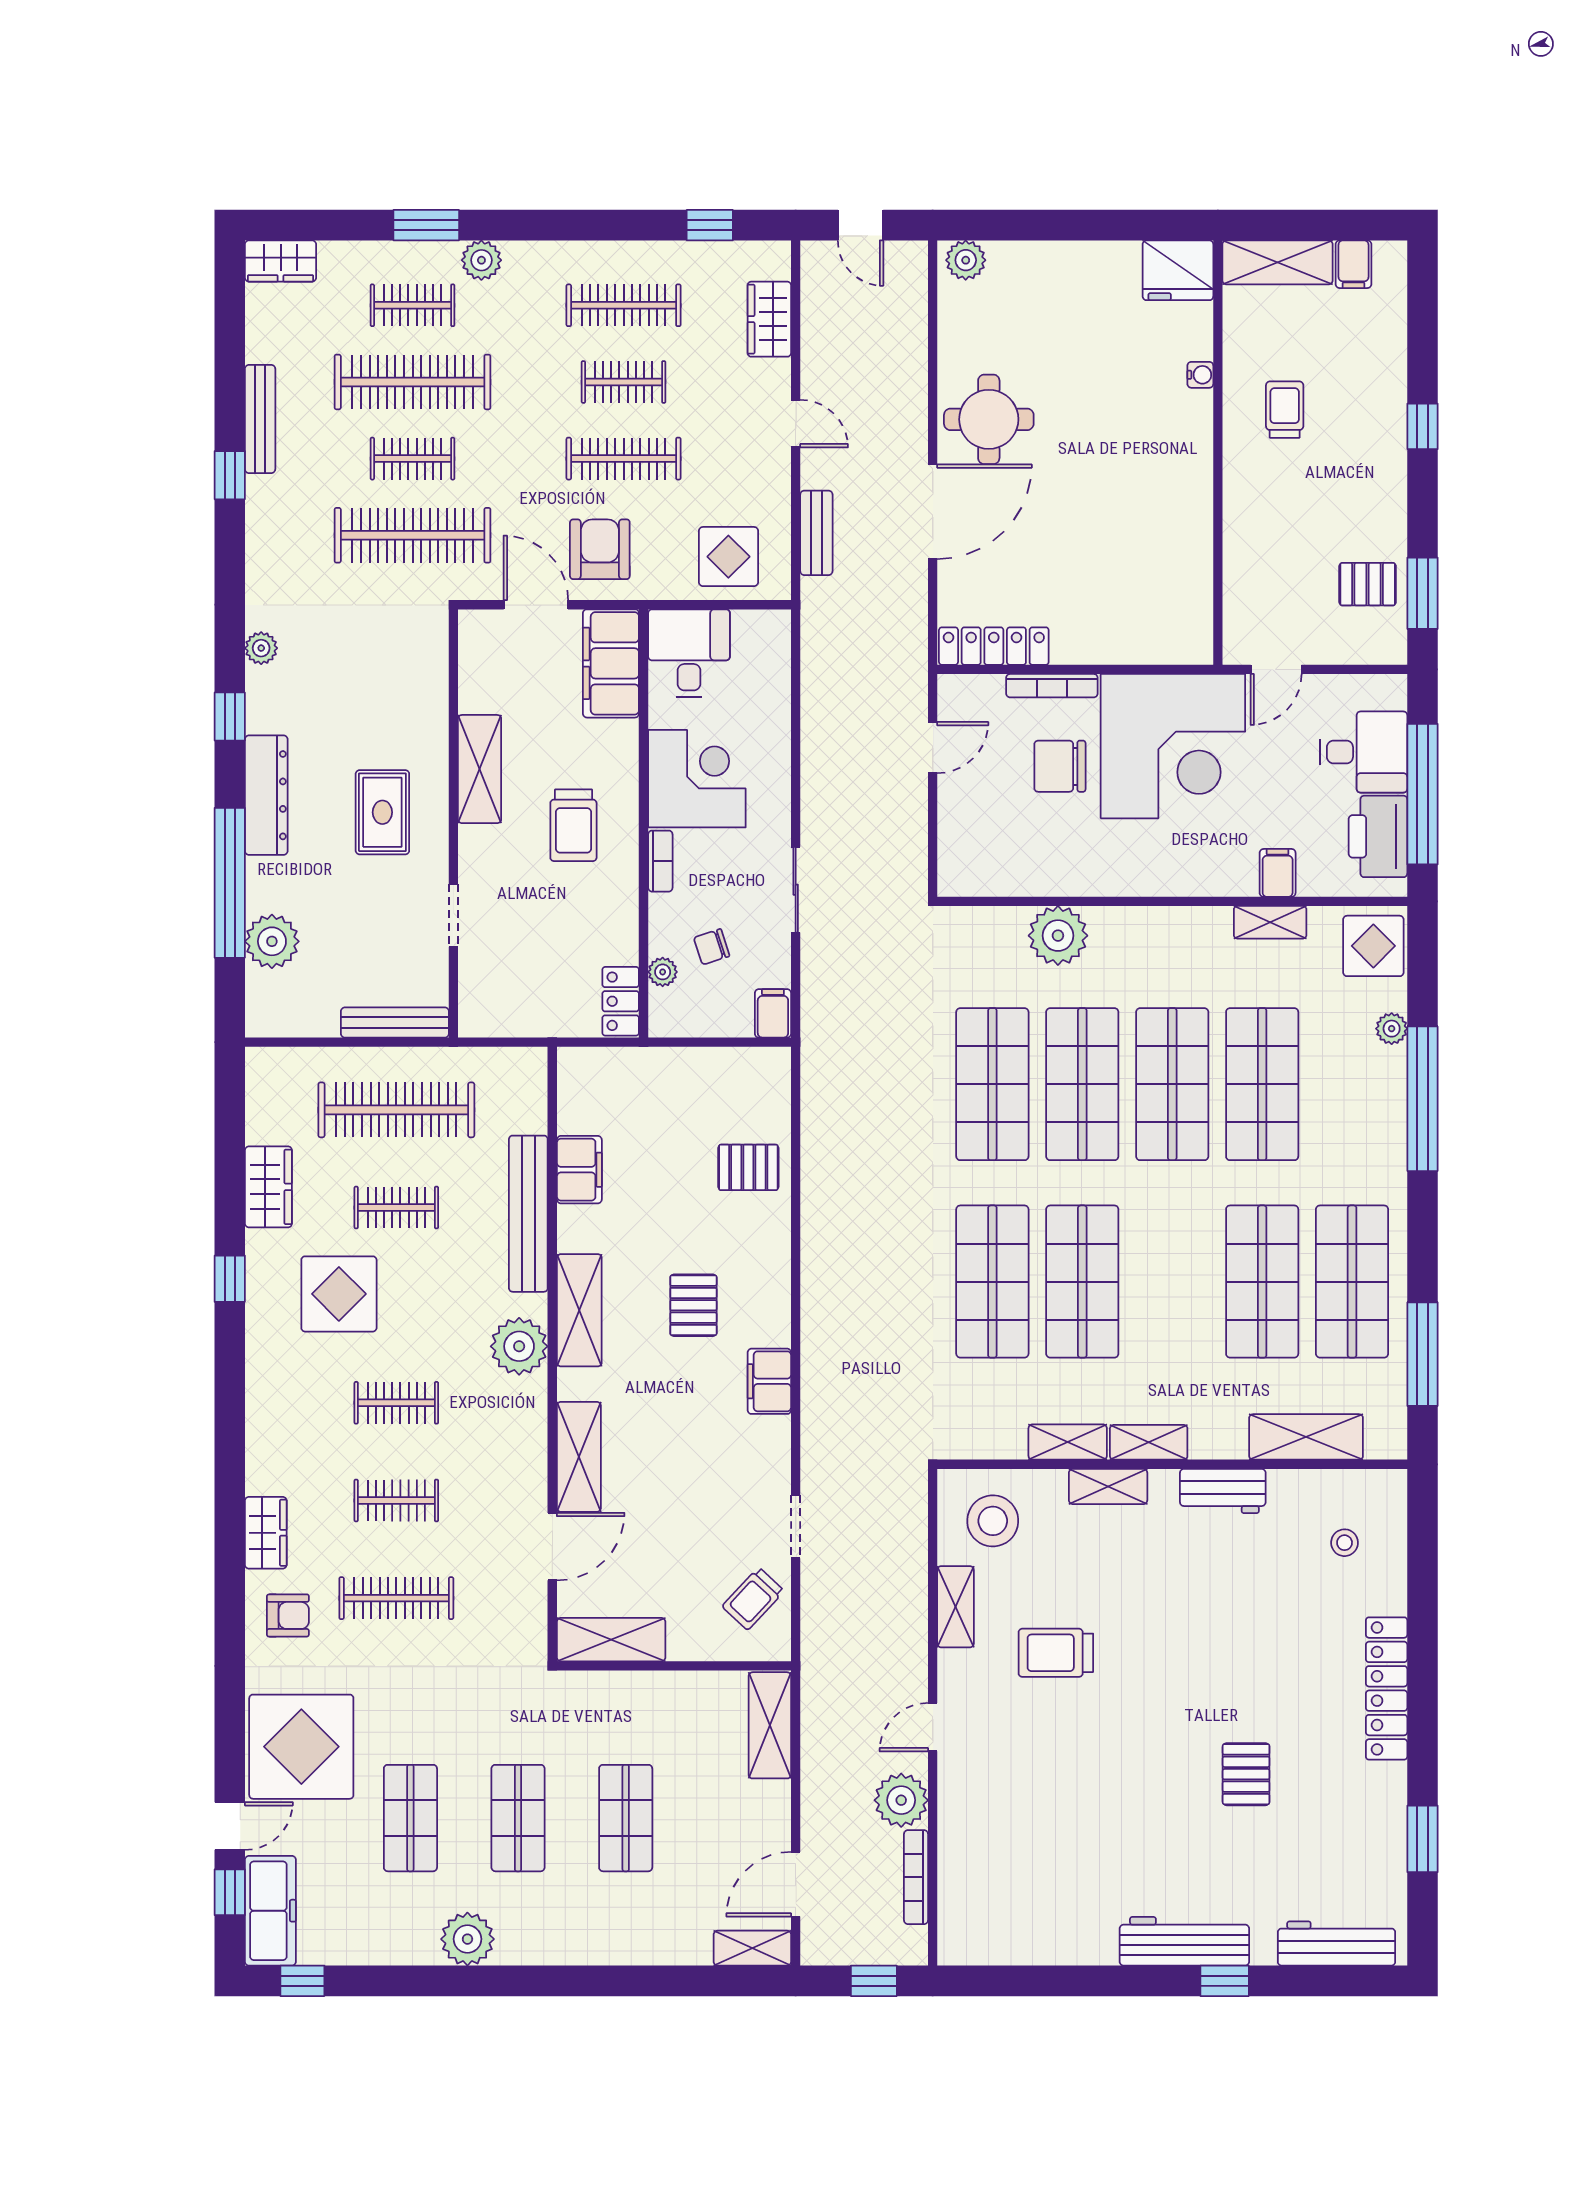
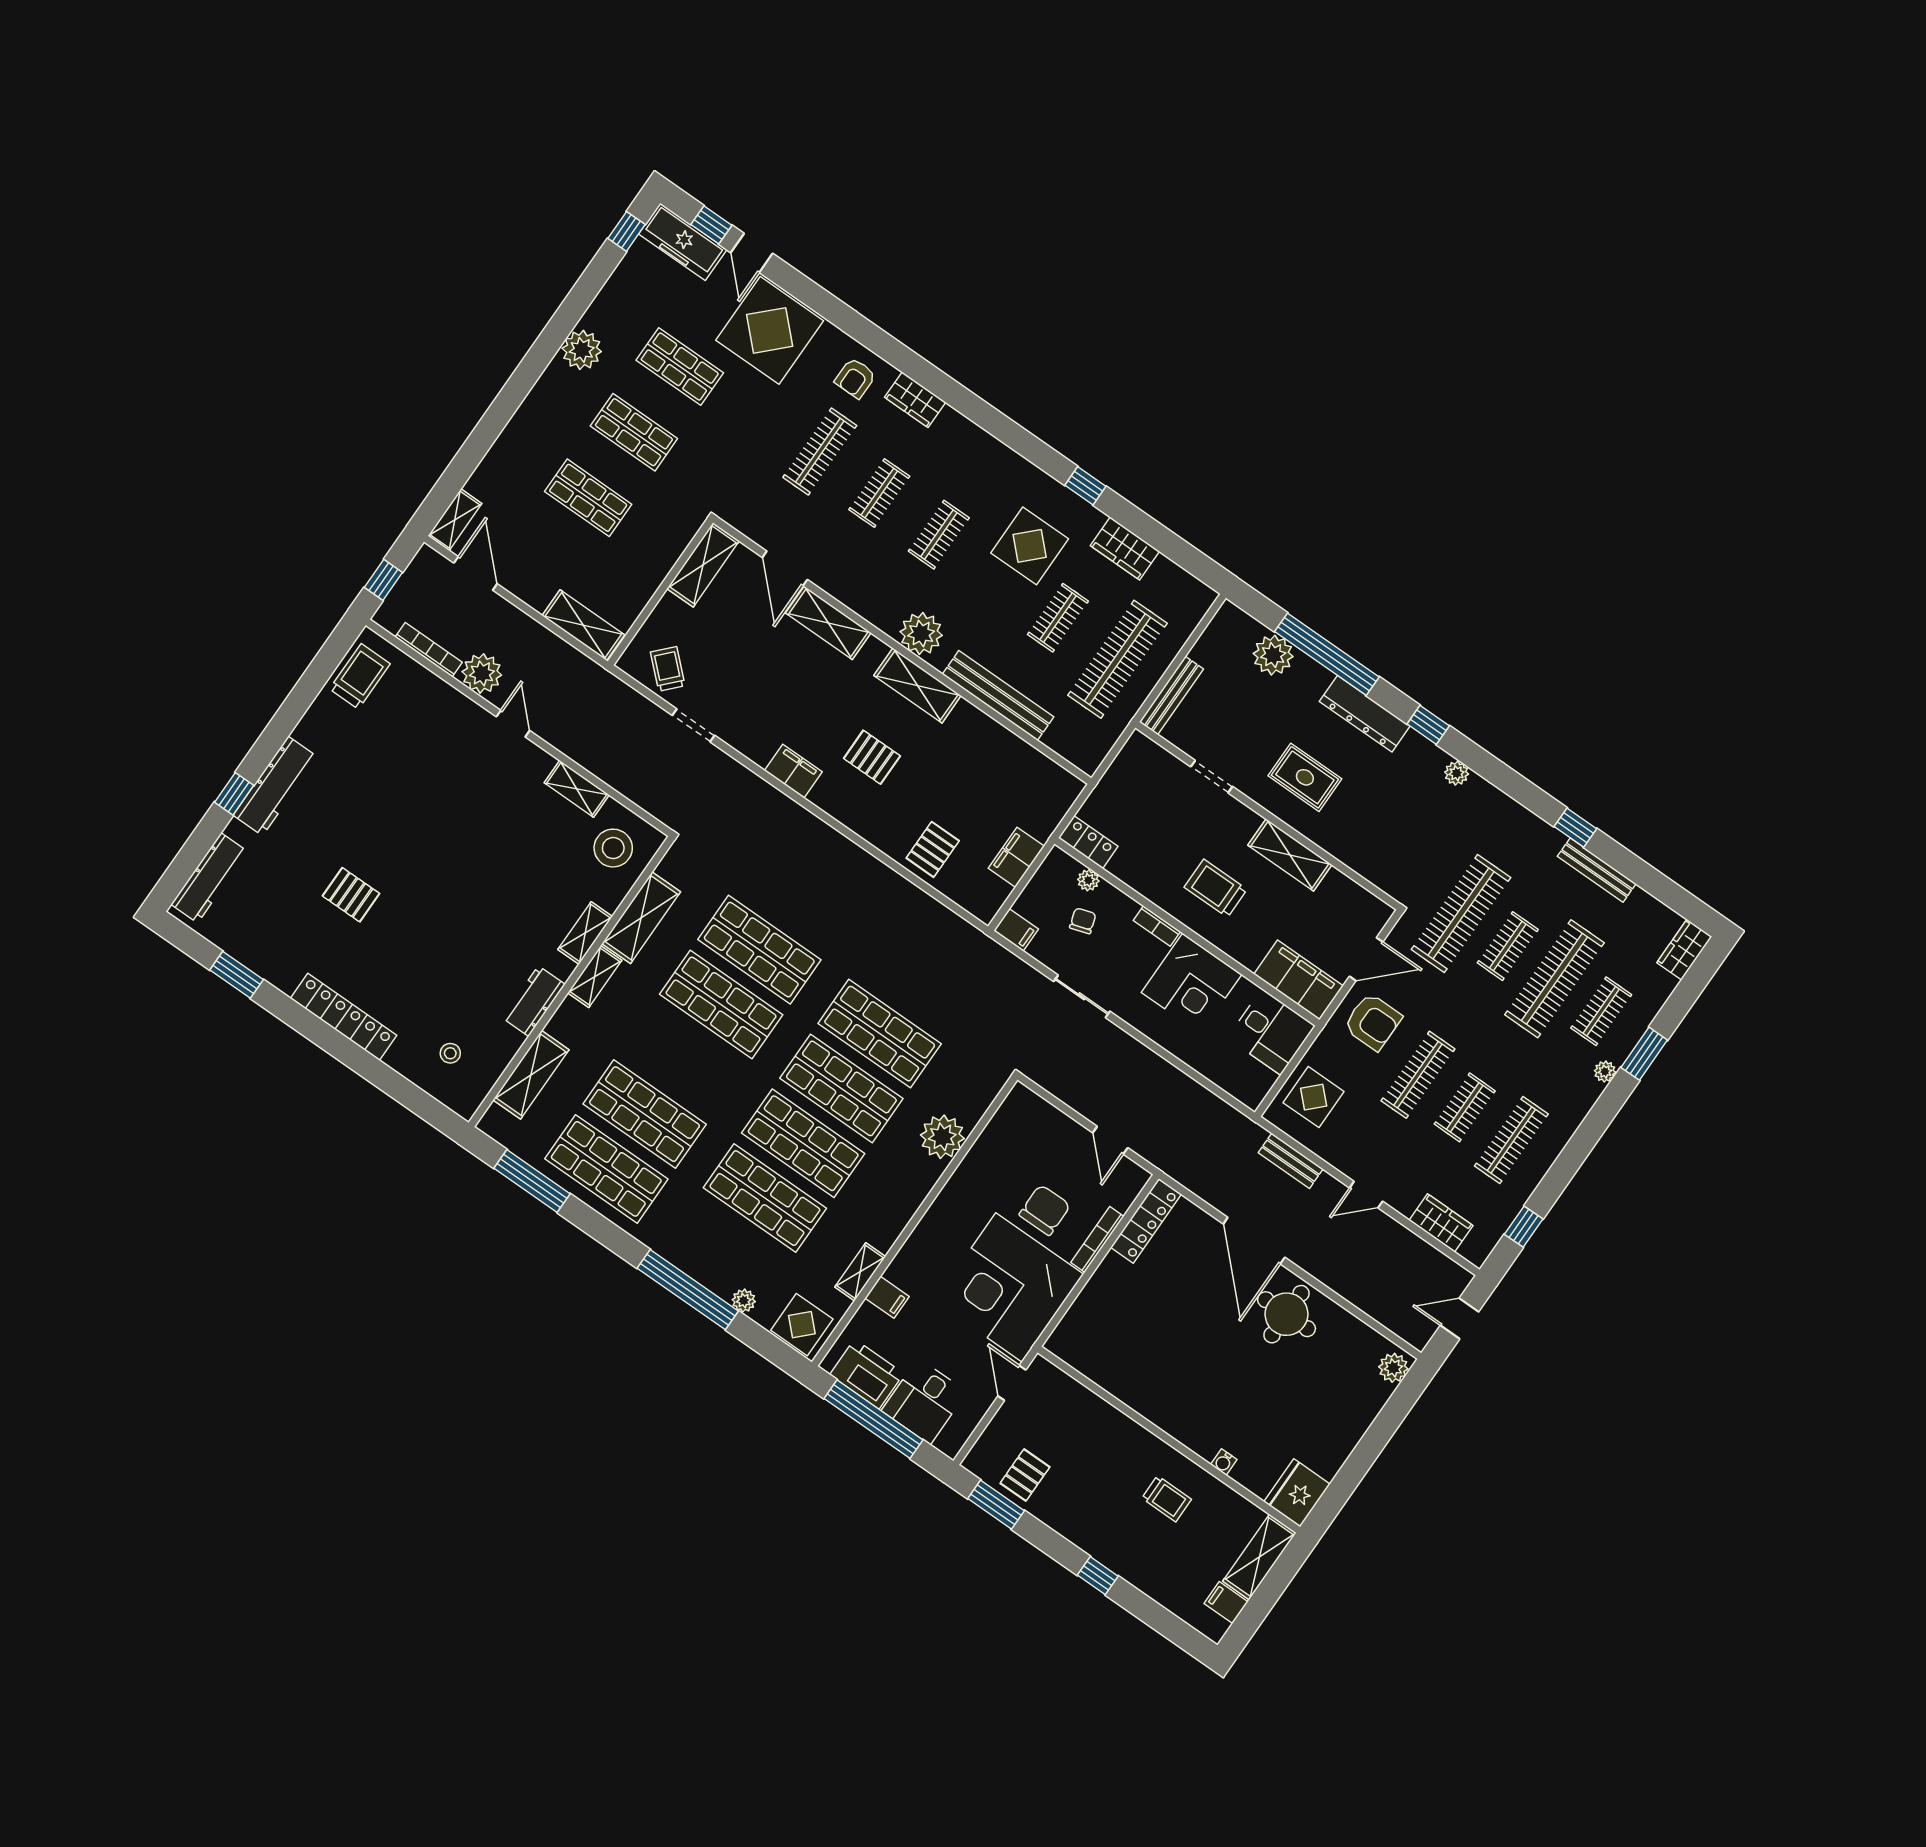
plant: (481, 260) -> (1605, 1072), width x0.73, depth x0.73
filing cabinet: (579, 1170) -> (1016, 857), moved, turned 90
shelving: (1068, 1442) -> (641, 918), width x1.50, depth x1.33
trolley: (1056, 1653) -> (360, 676), moved

